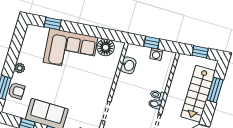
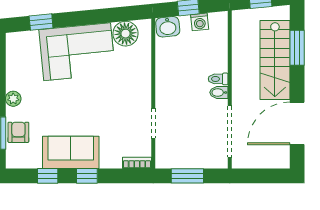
washbasin: (128, 65) -> (168, 27), moved, turned 84
armchair: (17, 91) -> (18, 132), turned -90

